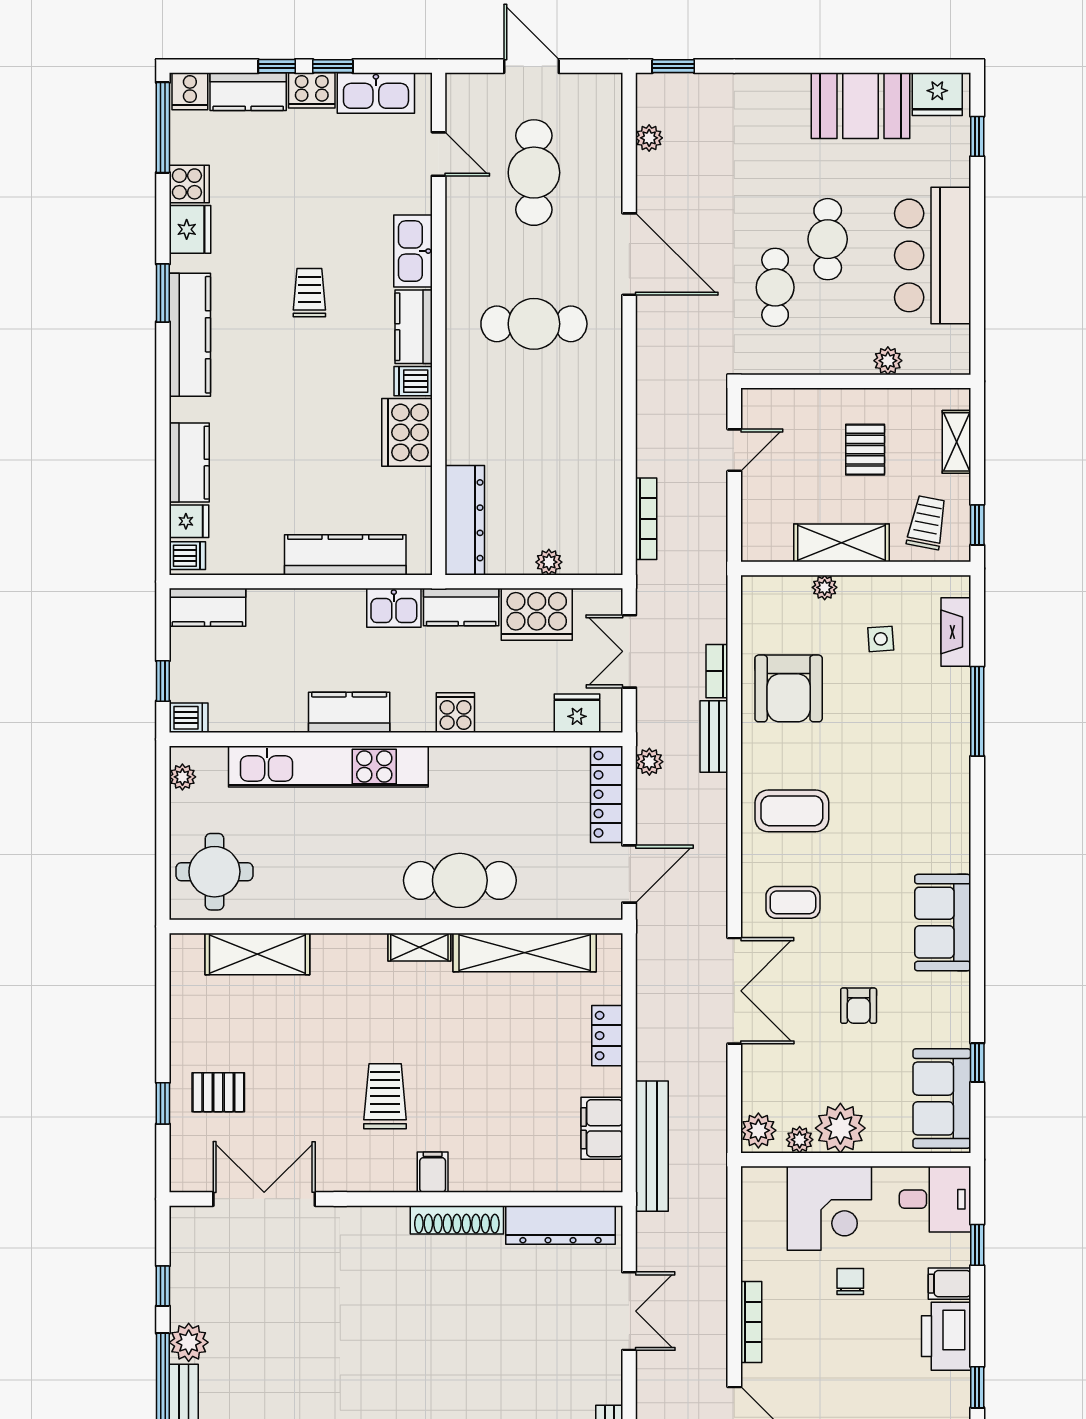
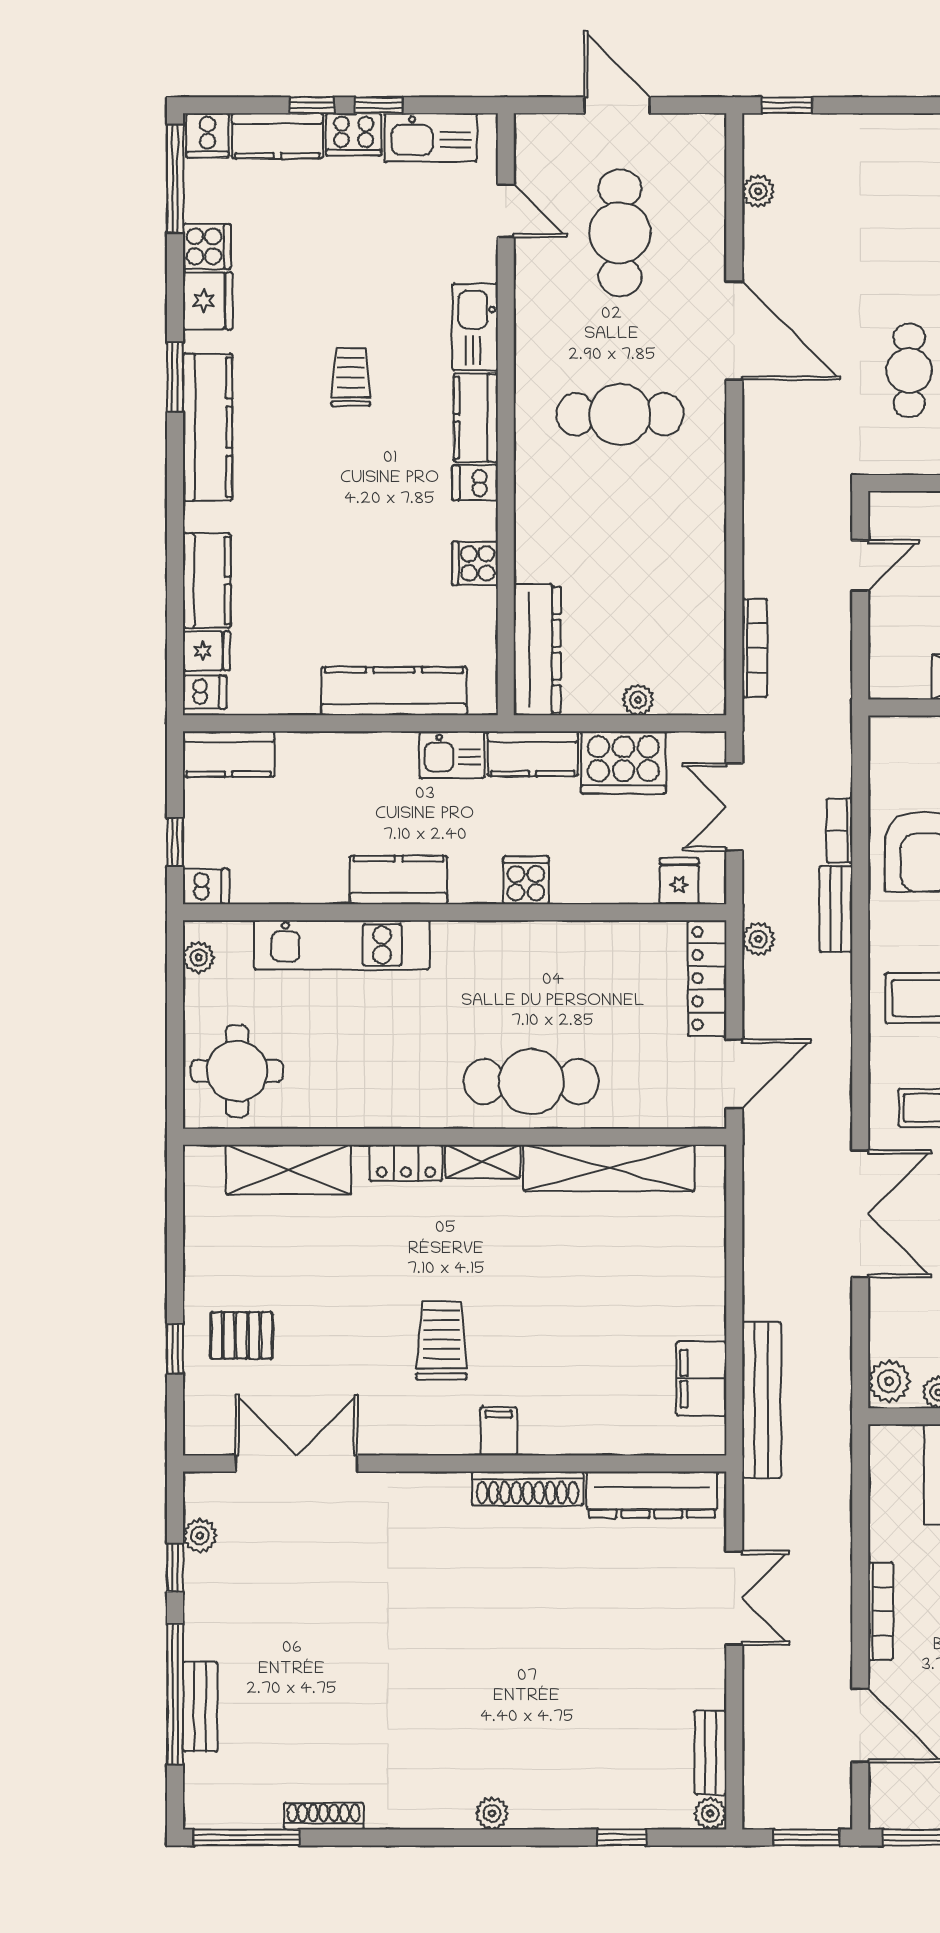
cooker: (407, 432) -> (475, 563), width x0.53, depth x0.76
fridge: (577, 713) -> (679, 881), width x0.72
kitchen unit: (328, 766) -> (342, 945), width x0.73
locker: (607, 1036) -> (406, 1163), moved, turned -90
plant: (189, 1342) -> (200, 1536), moved, width x0.73, depth x0.73

